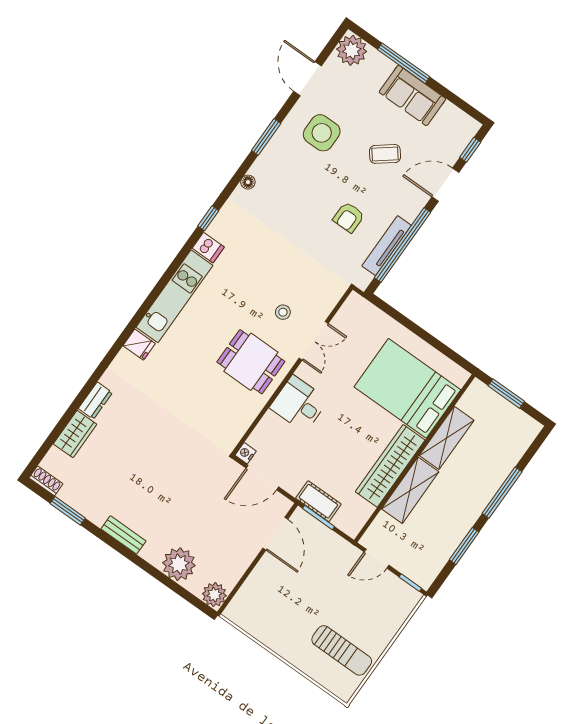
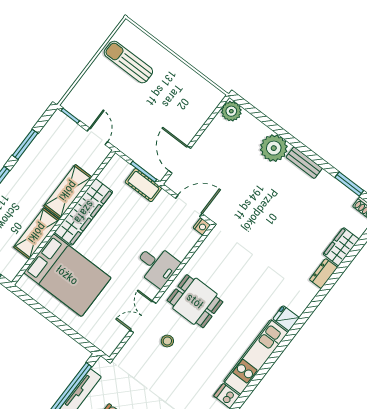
door: (376, 559) -> (97, 136), hinge flipped
plant: (179, 564) -> (274, 148), moved

